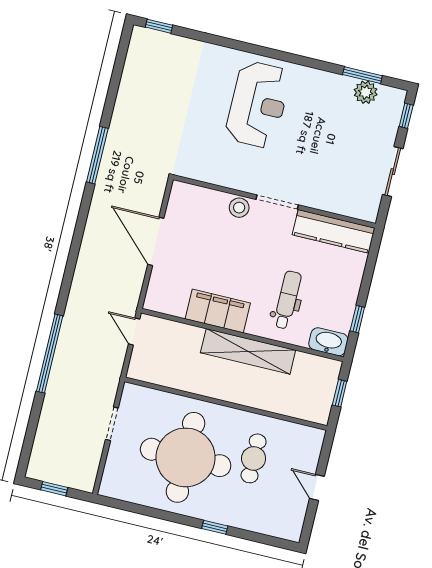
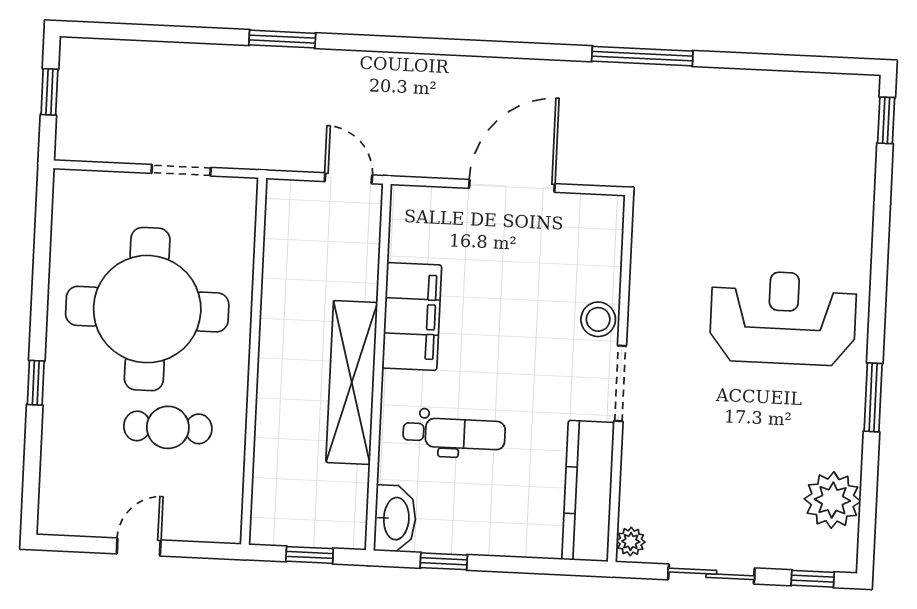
window: (362, 75) -> (873, 397), moved
plant: (366, 92) -> (832, 500), width x1.36, depth x1.36
reception desk: (258, 105) -> (783, 318), turned 180
plant: (366, 213) -> (631, 541), added
door: (134, 332) -> (348, 178), hinge flipped
window: (50, 354) -> (282, 39), width x0.47

